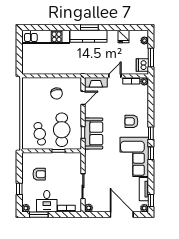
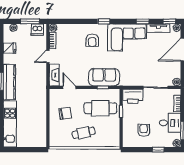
door: (115, 76) -> (48, 56), hinge flipped
cafe table: (40, 134) -> (84, 133), moved
window: (151, 153) -> (143, 21), moved
printer: (74, 163) -> (133, 96), added

